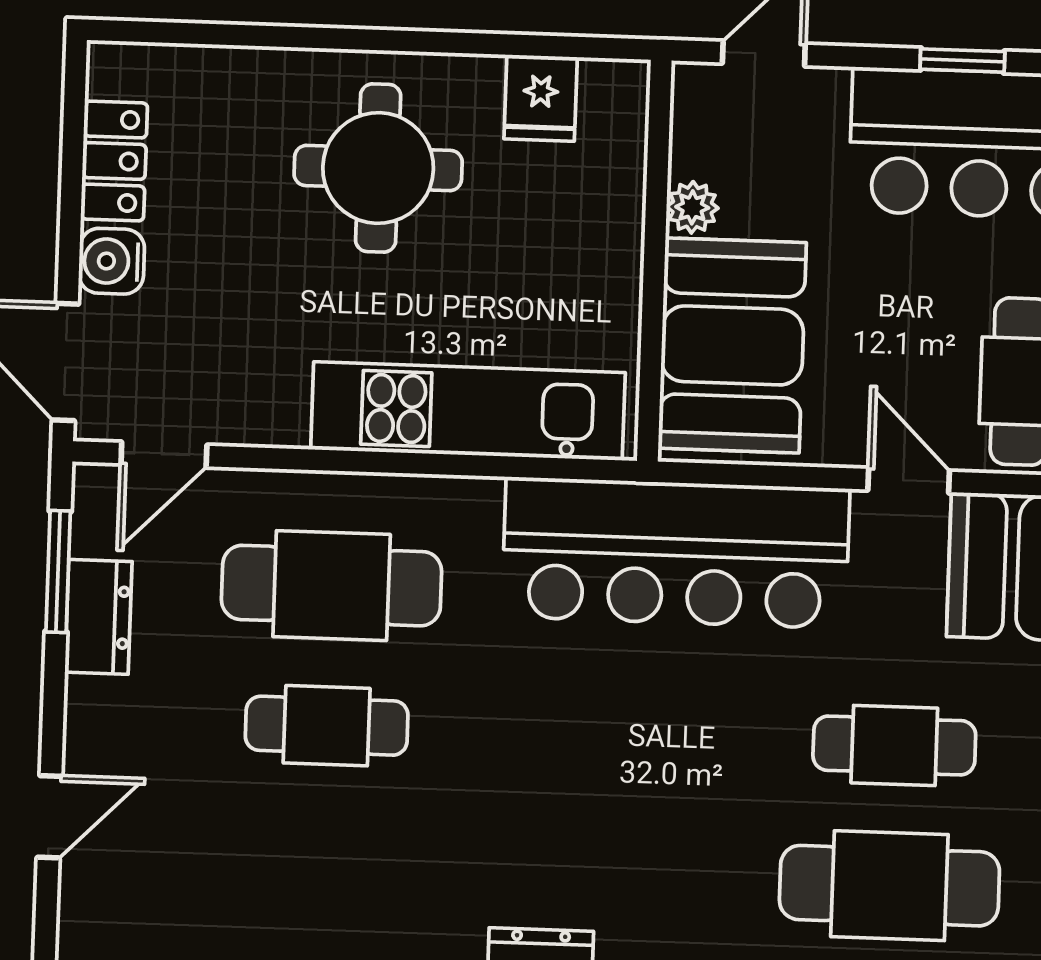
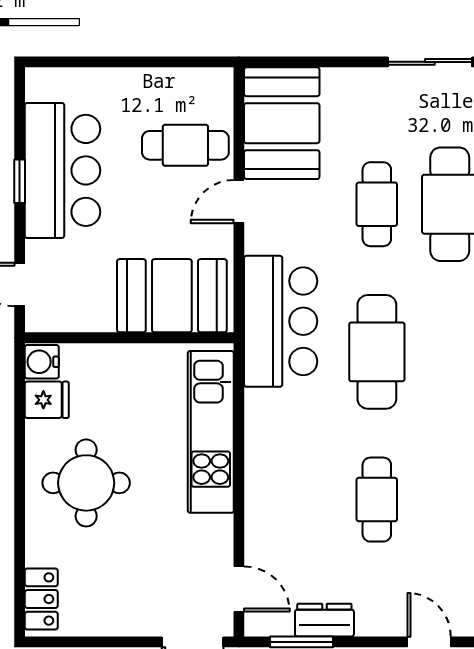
locker: (114, 161) -> (41, 599), moved, turned 90
plant: (692, 207) -> (101, 319), removed
water cooler: (112, 261) -> (42, 362), moved, turned 90
bar counter: (676, 553) -> (281, 321), width x0.73
cafe table: (332, 586) -> (377, 352), moved

